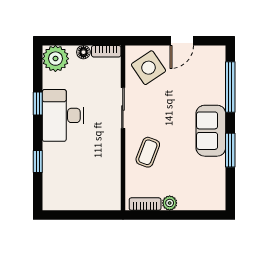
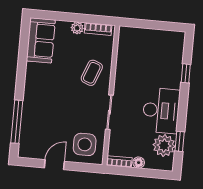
plant: (55, 59) -> (164, 145), moved
side table: (149, 68) -> (85, 144), turned 34
window: (38, 104) -> (180, 141), moved
sofa: (211, 131) -> (41, 40), moved
window: (230, 150) -> (22, 68), removed

